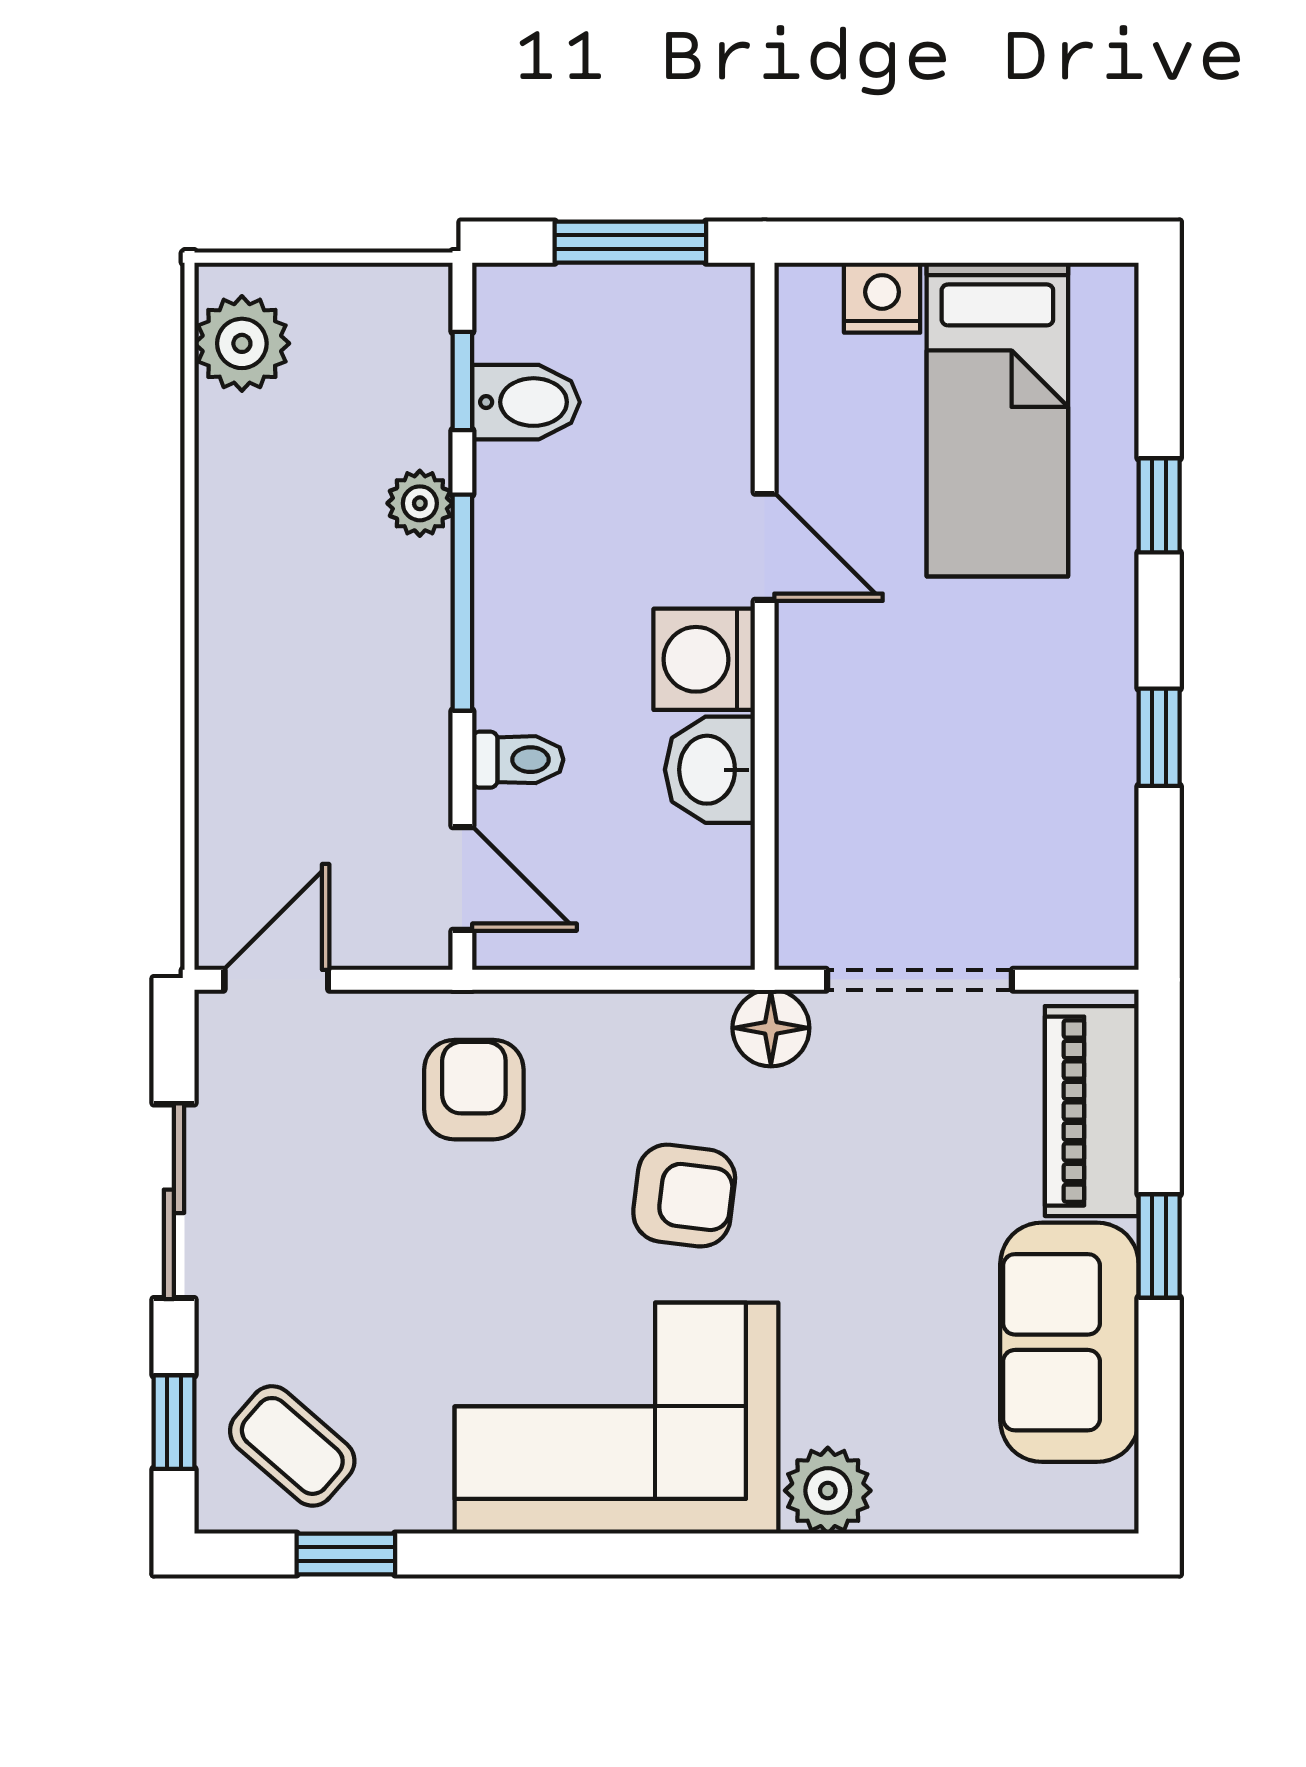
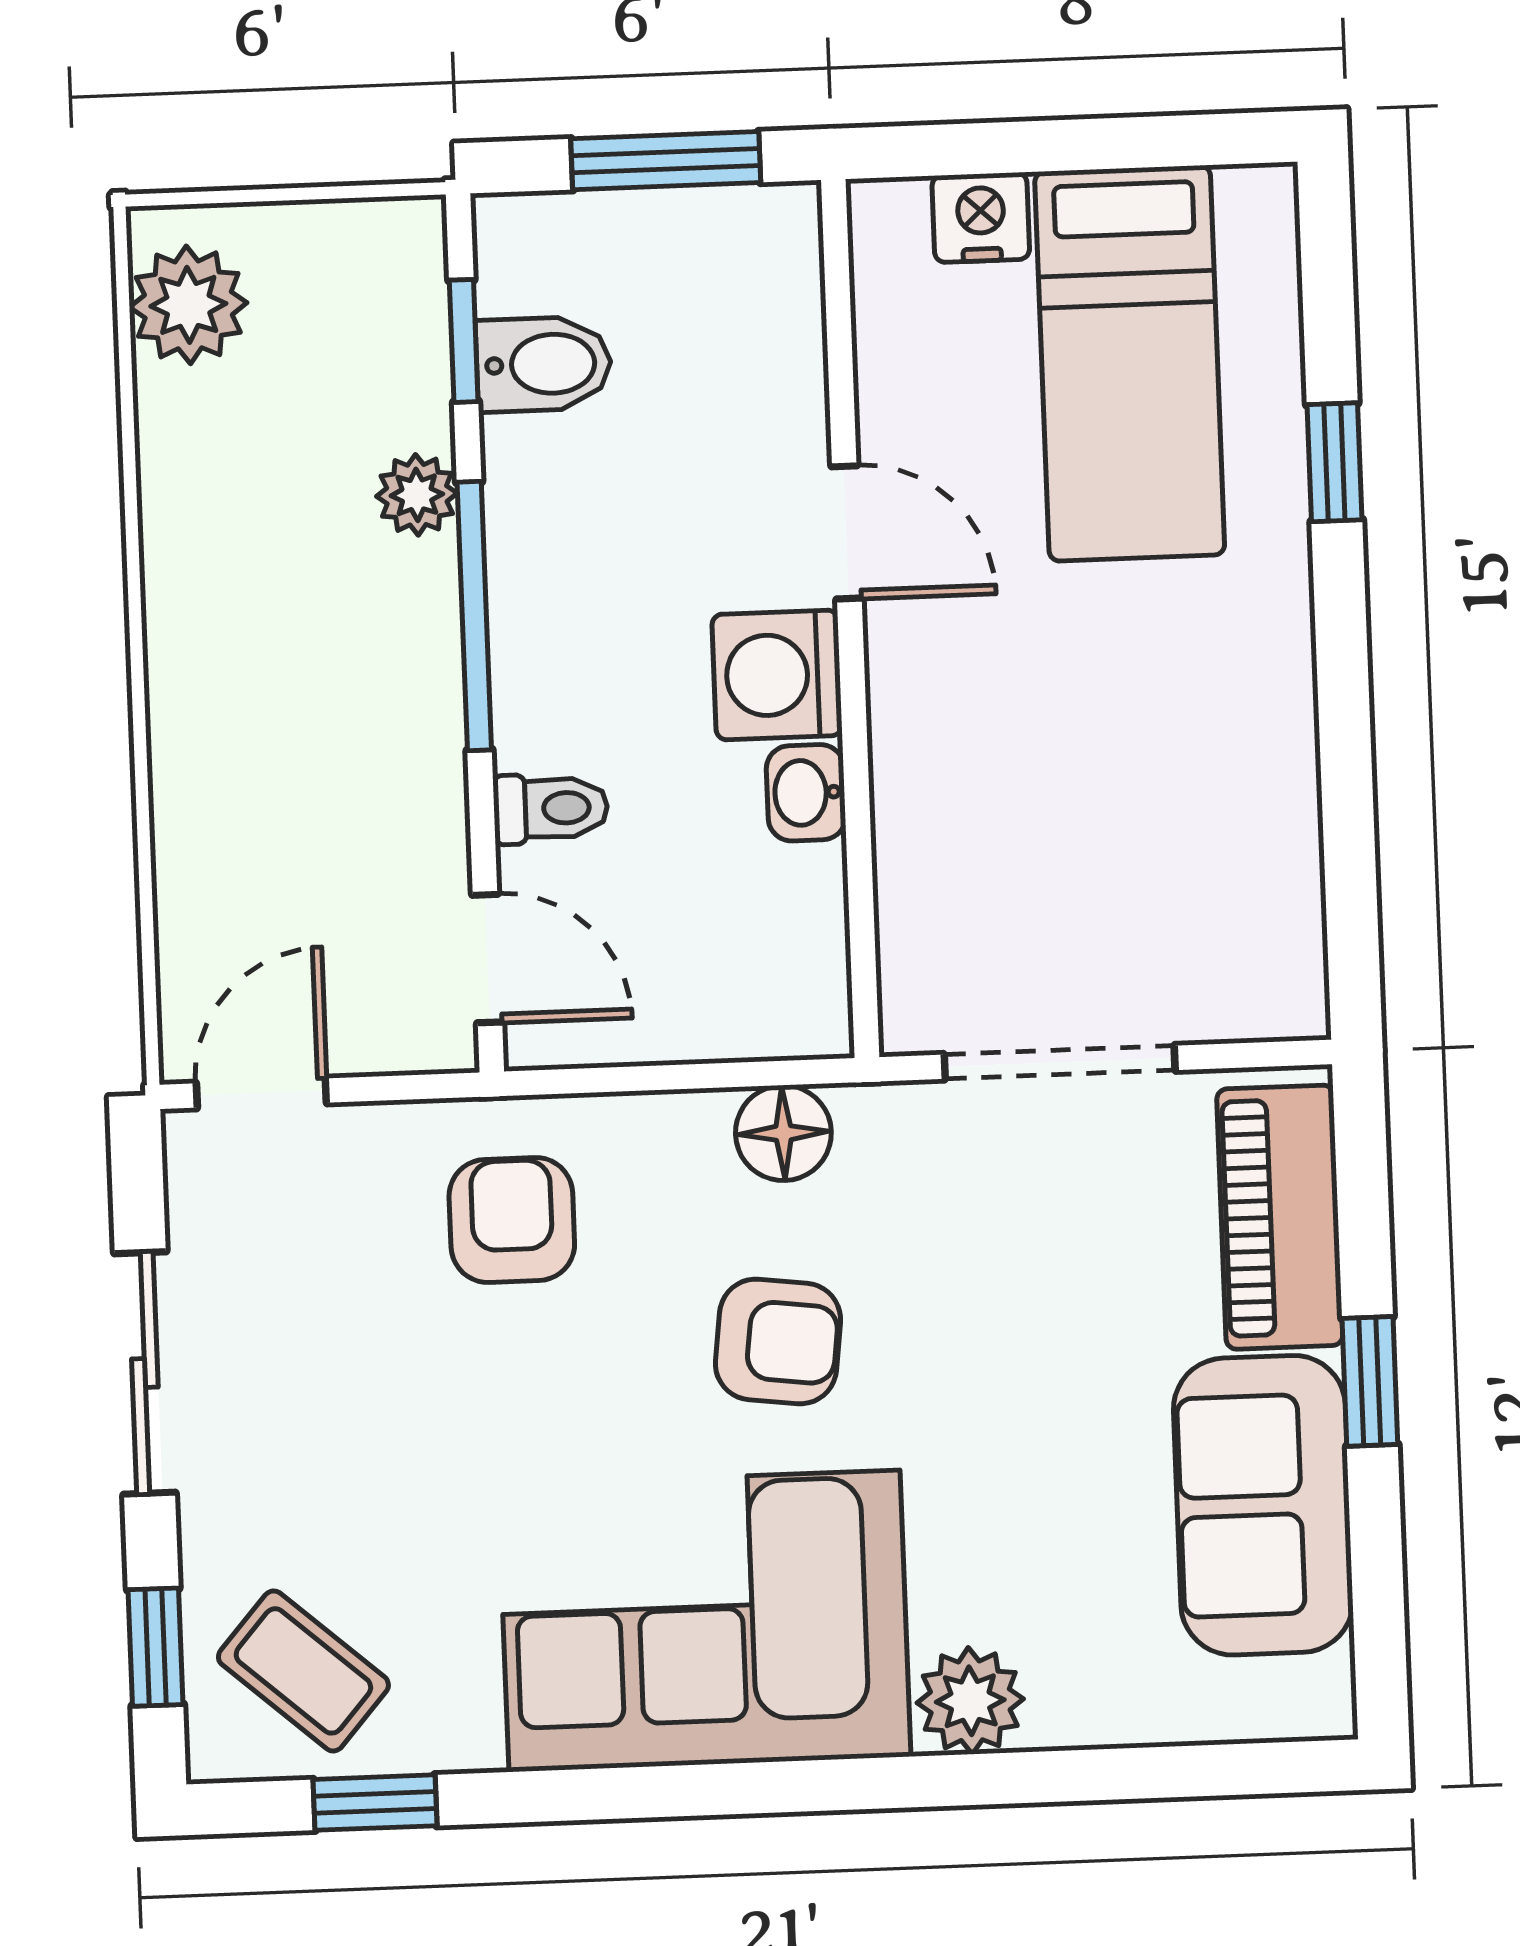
window: (1159, 737) -> (1346, 750), removed
washbasin: (710, 770) -> (806, 793), width x0.72, depth x0.69
floor lamp: (771, 1028) -> (783, 1133), moved

